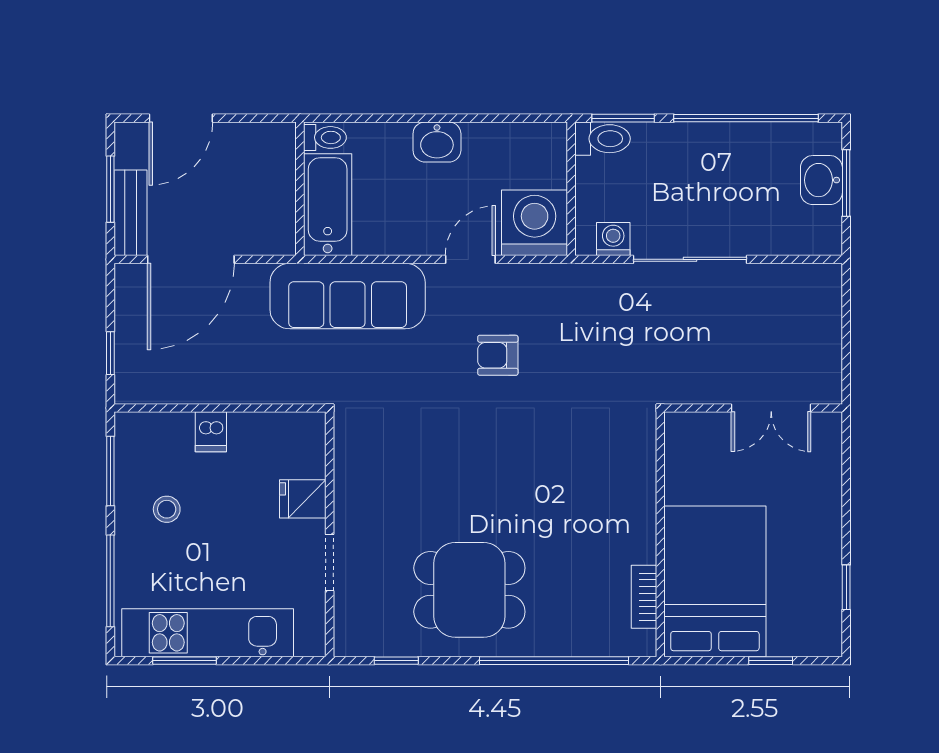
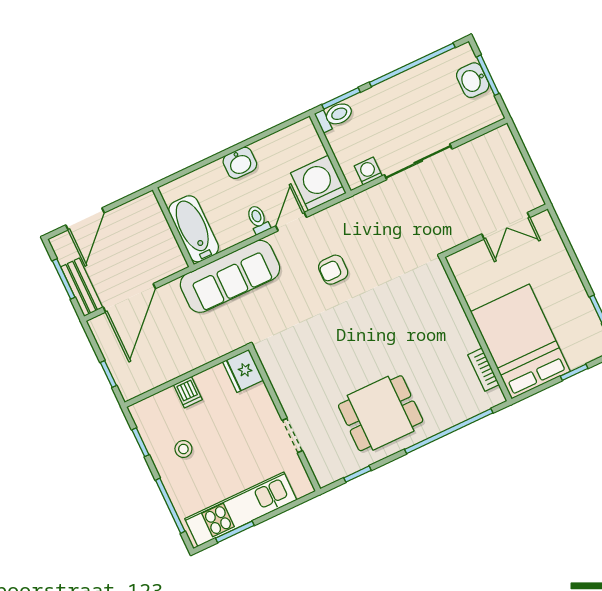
toilet: (325, 137) -> (258, 220), moved, turned -90
window: (110, 471) -> (140, 442), width x0.67
fridge: (303, 499) -> (243, 371), moved, width x1.38

